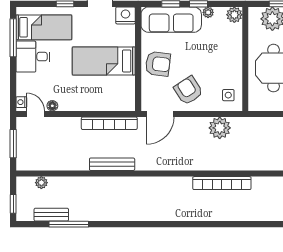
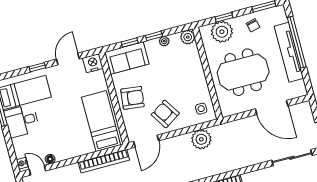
sofa: (171, 20) -> (127, 58), width x0.73
bed: (104, 61) -> (101, 121), moved, turned 90

